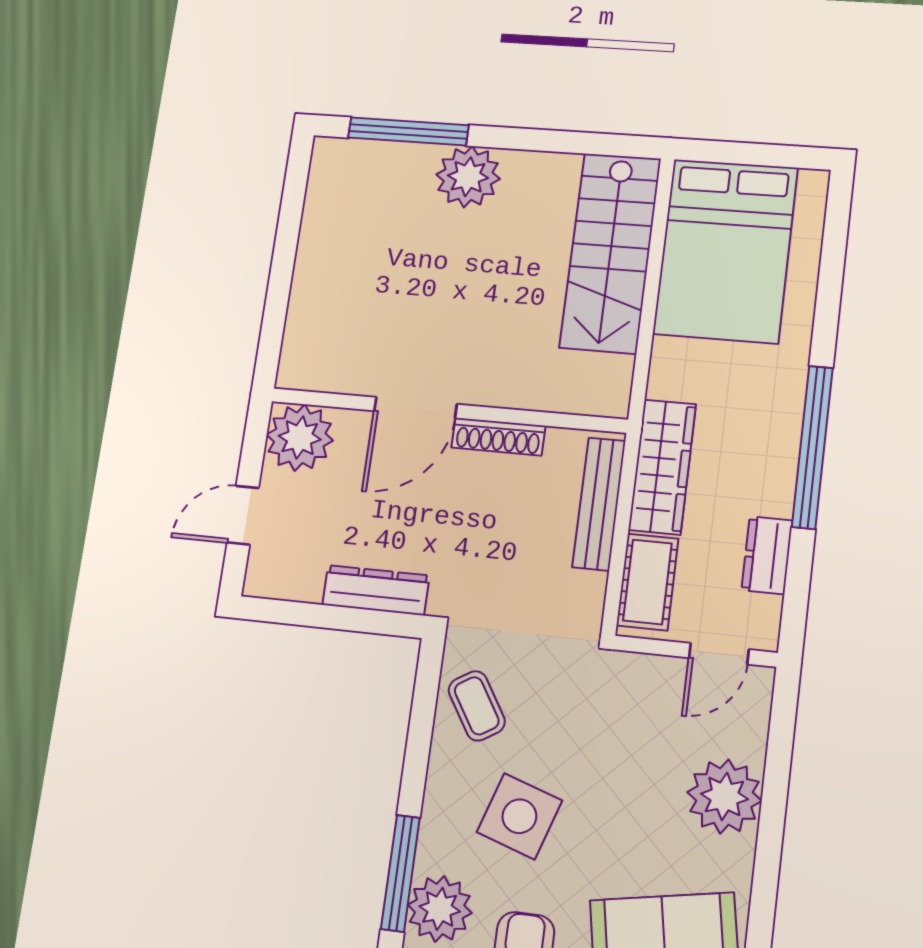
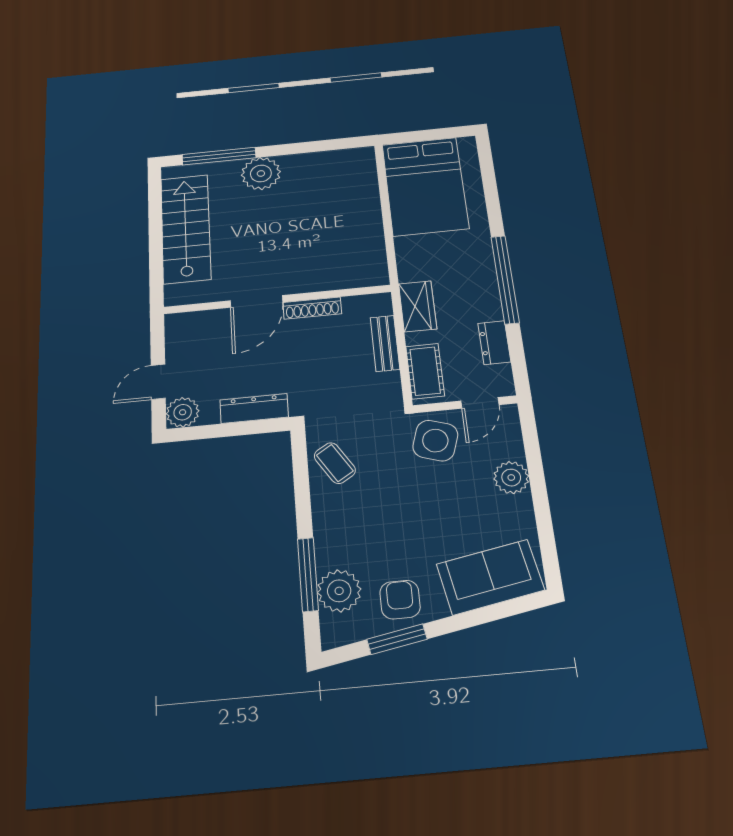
stairs: (610, 253) -> (186, 228), moved, turned 180
plant: (300, 438) -> (183, 412), moved, width x0.73, depth x0.73
wardrobe: (662, 467) -> (418, 306), width x0.67
bench: (599, 504) -> (385, 343), width x0.73
plant: (724, 796) -> (511, 478), width x0.73, depth x0.73
side table: (519, 816) -> (435, 441), moved

